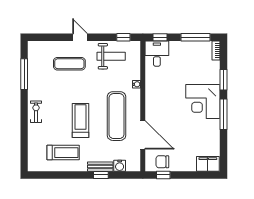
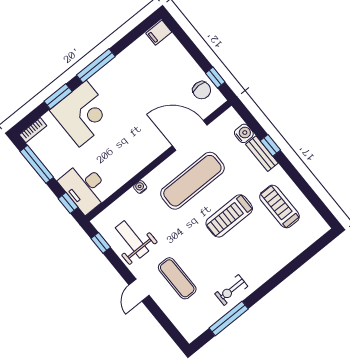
desk: (157, 54) -> (85, 187), width x1.37
corner desk: (203, 102) -> (83, 114), moved
exercise bike: (36, 112) -> (231, 290), moved
door: (143, 135) -> (190, 135), hinge flipped
filing cabinet: (208, 164) -> (159, 33), width x0.50

